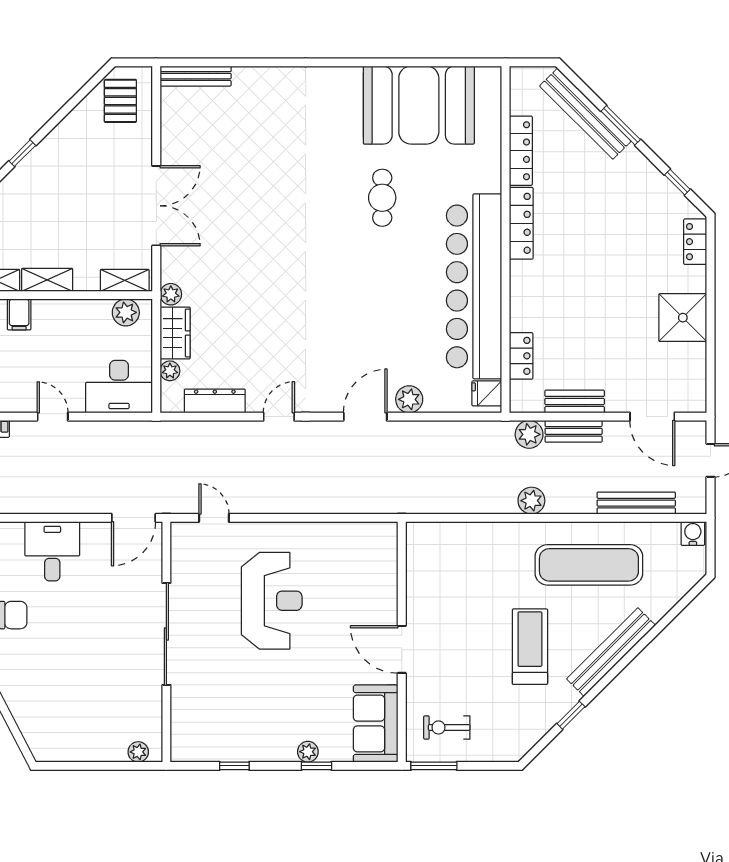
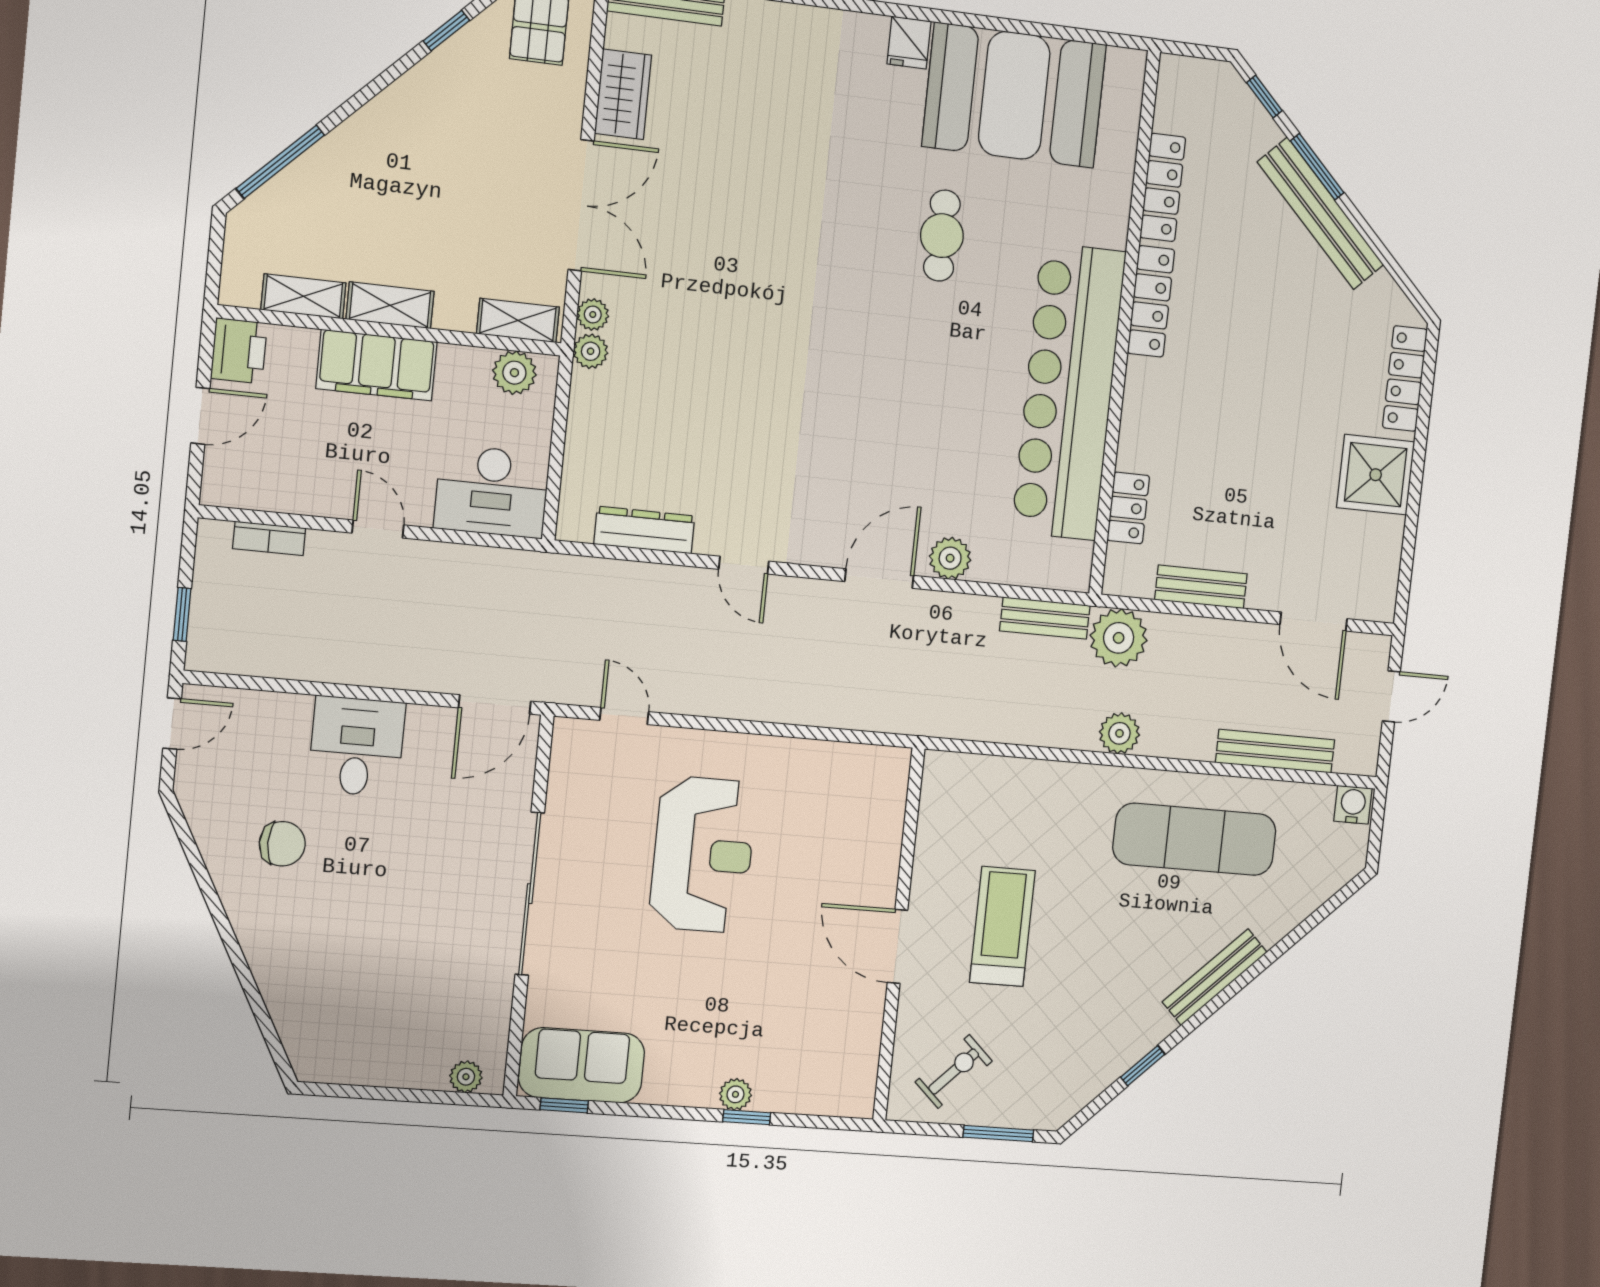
bench: (585, 114) -> (1321, 214), moved
window: (22, 153) -> (446, 31), moved
window: (677, 182) -> (1264, 97), moved
locker: (695, 242) -> (1405, 379), width x1.53
filing cabinet: (19, 314) -> (376, 365), width x3.00, depth x1.17
wardrobe: (175, 333) -> (623, 94), moved
plant: (170, 371) -> (593, 315), moved
fridge: (487, 393) -> (909, 43), moved, turned -90
door: (279, 417) -> (744, 565), swing flipped
bench: (574, 431) -> (1045, 618), moved
plant: (529, 434) -> (1119, 638), width x1.36, depth x1.36
treadmill: (530, 647) -> (1002, 926), moved
bench: (611, 652) -> (1215, 977), width x0.73, depth x0.82
sofa: (376, 723) -> (582, 1065), moved, turned 90
exercise bike: (447, 727) -> (954, 1071), turned 134
window: (234, 766) -> (564, 1105), moved
window: (434, 766) -> (998, 1134), moved

